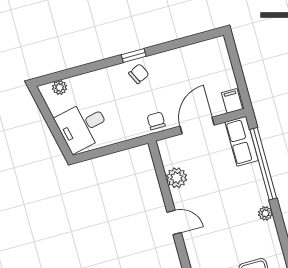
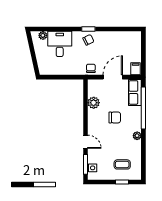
desk: (83, 126) -> (60, 44), moved, turned 102
chair: (219, 193) -> (115, 117), added
door: (174, 222) -> (85, 142), moved

